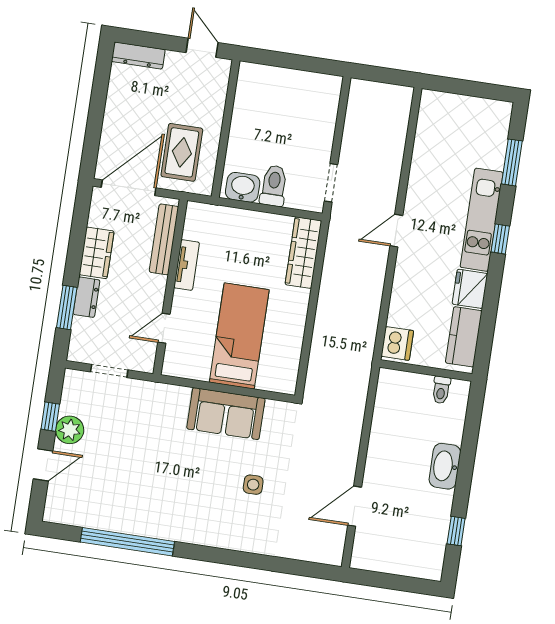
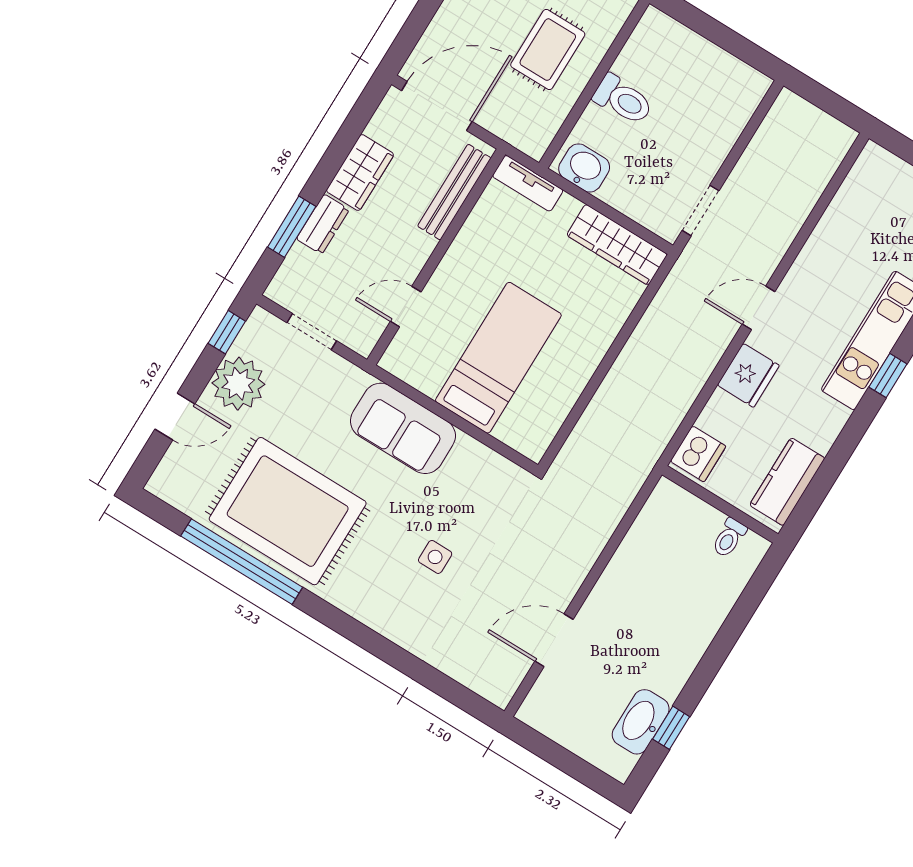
rug: (182, 152) -> (548, 50), moved
toilet: (274, 186) -> (623, 100), moved, turned 90
wardrobe: (303, 253) -> (617, 245), moved, turned -90
tv unit: (187, 265) -> (528, 183), moved, turned 90
fridge: (470, 289) -> (748, 375), moved, turned 180
sofa: (226, 414) -> (403, 428), moved
window: (50, 417) -> (227, 332), moved
plant: (70, 430) -> (238, 384), width x1.36, depth x1.36
washbasin: (445, 466) -> (641, 722), moved
rug: (143, 496) -> (288, 511), added

